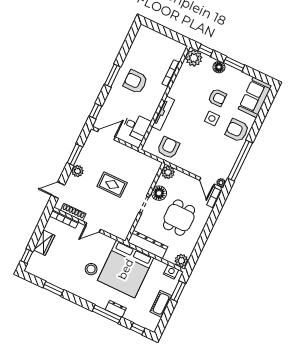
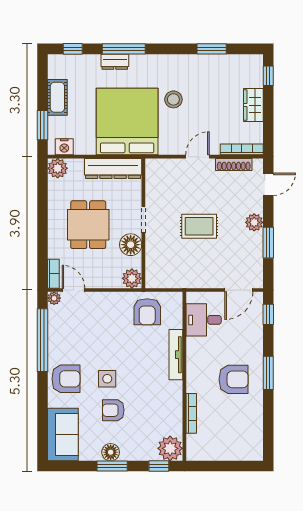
floor lamp: (219, 67) -> (111, 452), moved

